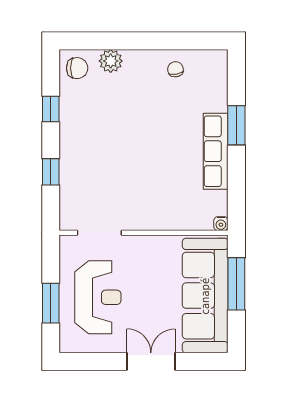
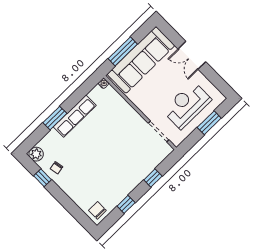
window: (180, 41) -> (42, 178), added
plant: (111, 61) -> (36, 154), moved

